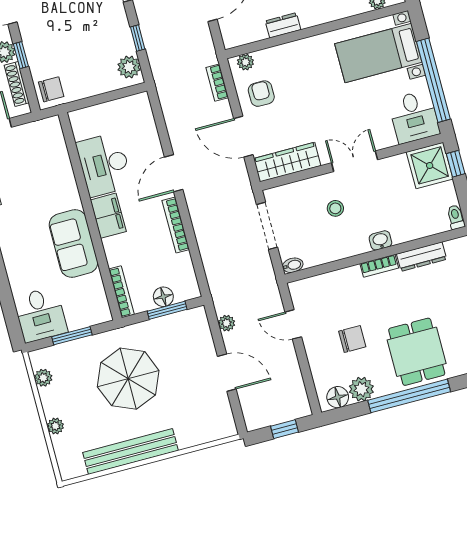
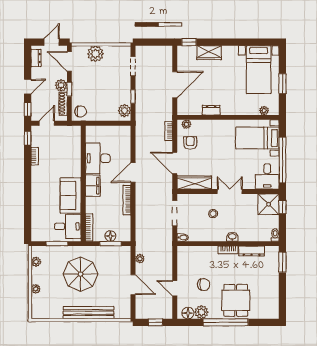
desk: (40, 315) -> (68, 226), moved, turned -90
door: (293, 324) -> (175, 288), moved
bench: (131, 451) -> (89, 313), moved

